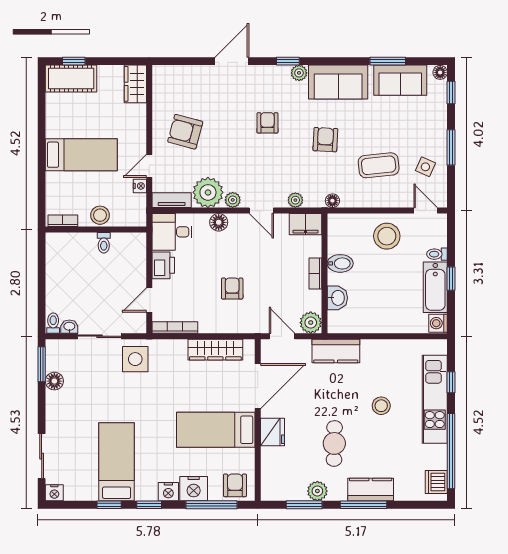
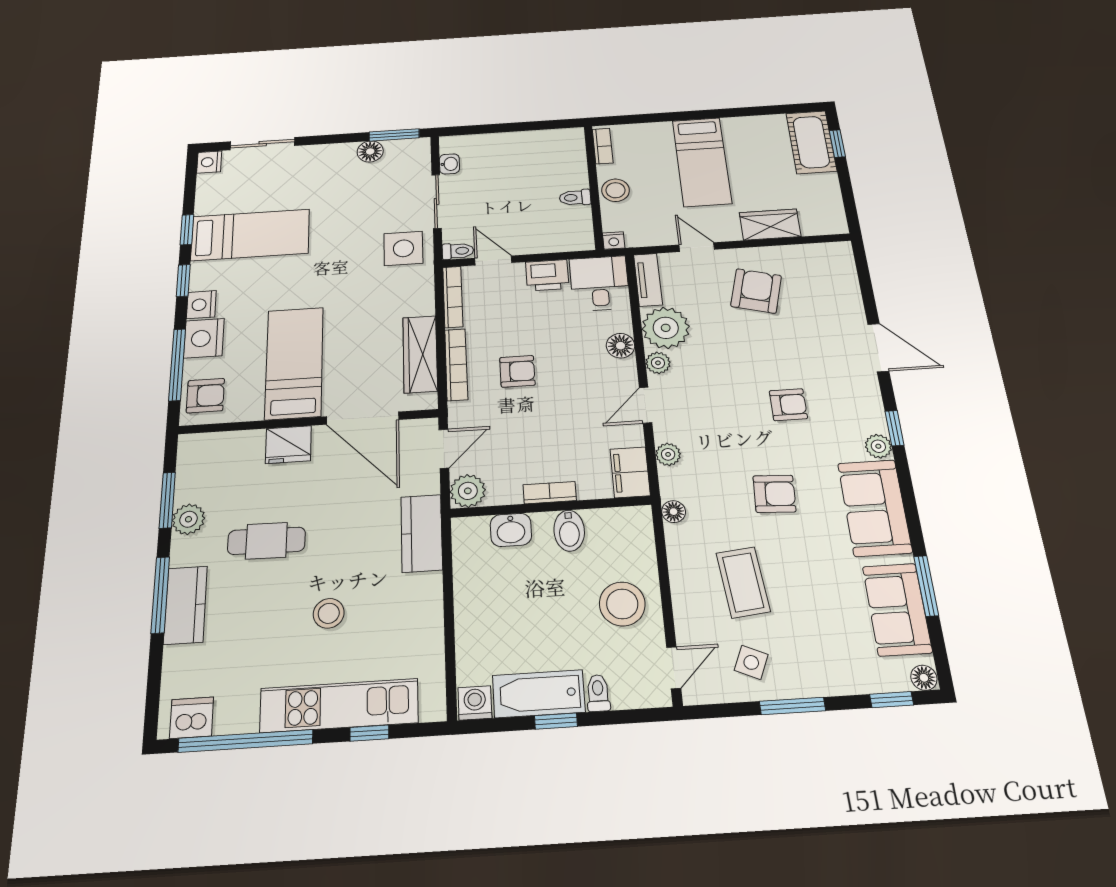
wardrobe: (135, 84) -> (770, 224), moved
nightstand: (140, 186) -> (614, 241), moved
toilet: (53, 323) -> (458, 251), moved
bookcase: (224, 327) -> (456, 364), added

